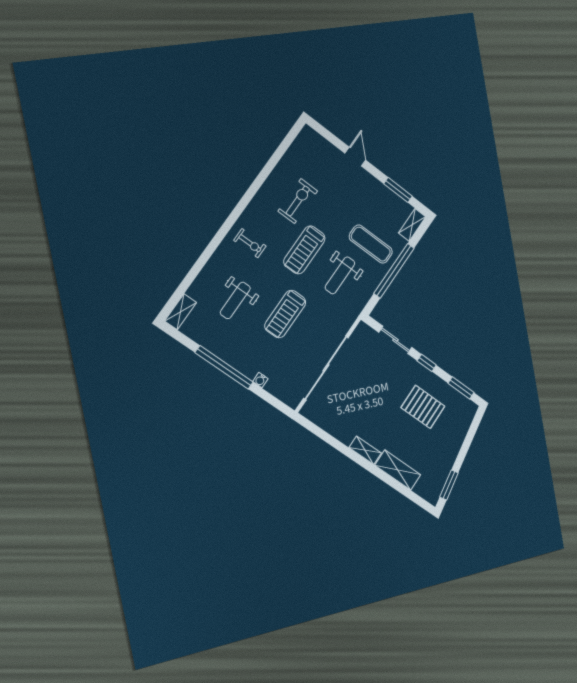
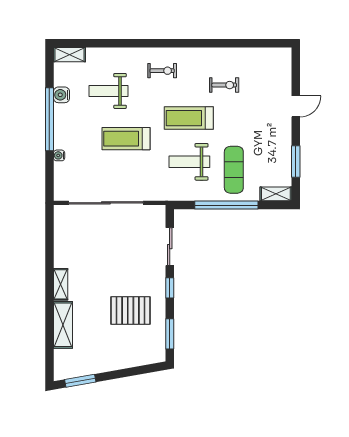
exercise bike: (298, 201) -> (224, 85), width x0.73, depth x0.72
exercise bike: (250, 243) -> (162, 71), turned -90
water cooler: (211, 343) -> (61, 95), added
pallet: (423, 407) -> (131, 310), turned 90

